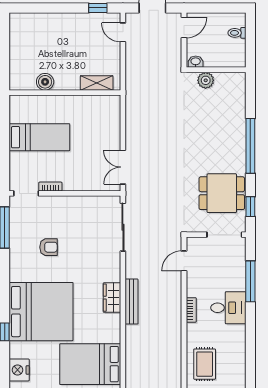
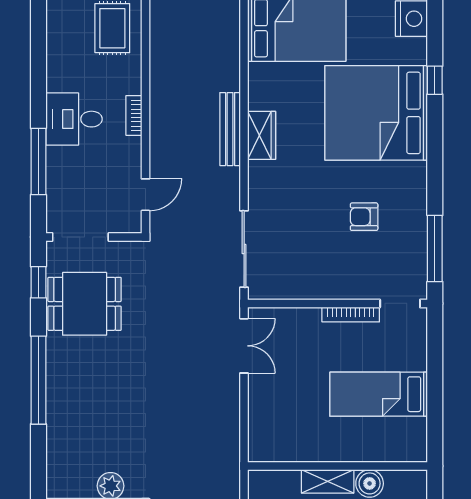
shelving: (97, 83) -> (328, 481), moved
bookcase: (50, 187) -> (351, 315), width x1.56

